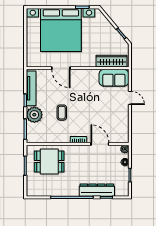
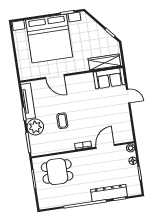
door: (100, 144) -> (105, 146), hinge flipped

